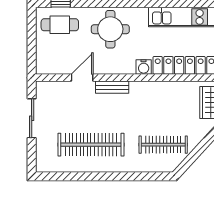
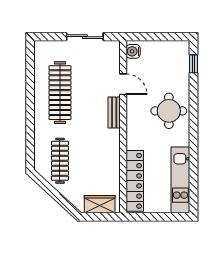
cafe table: (60, 25) -> (173, 63), removed
water cooler: (144, 67) -> (133, 51), moved

